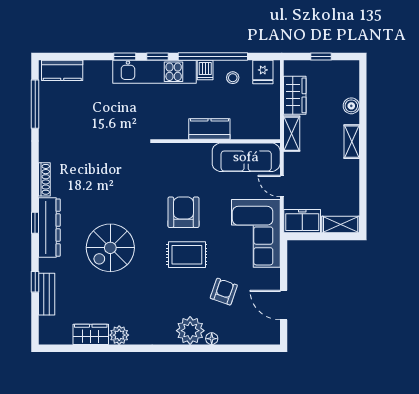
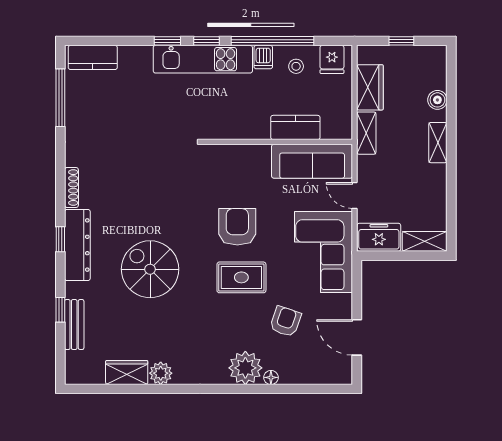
kitchen counter: (209, 129) -> (295, 127), moved
spiral stairs: (110, 248) -> (150, 269), turned 90

